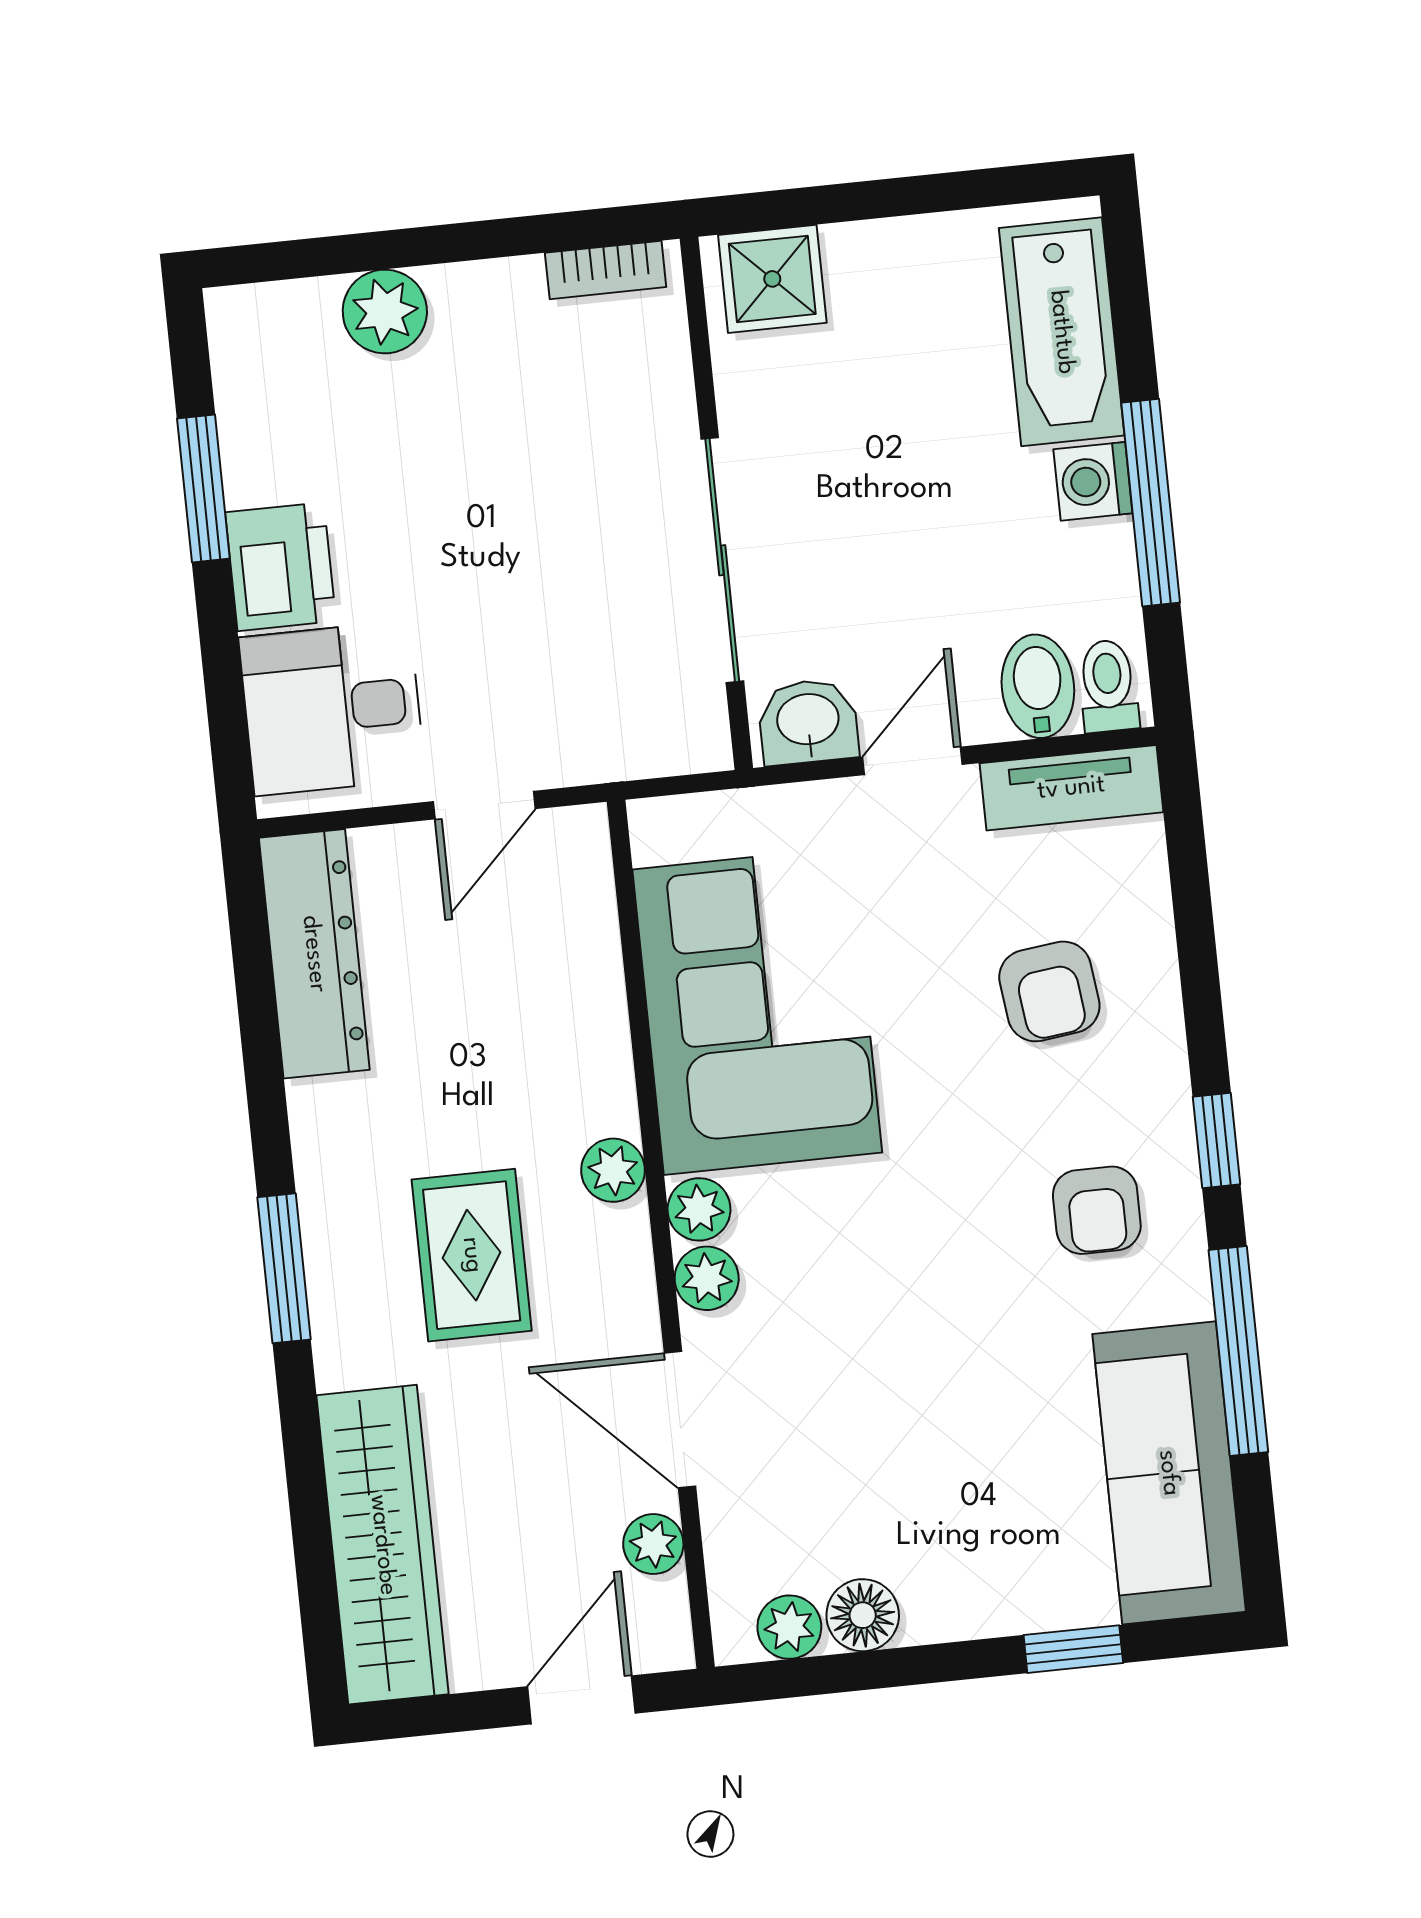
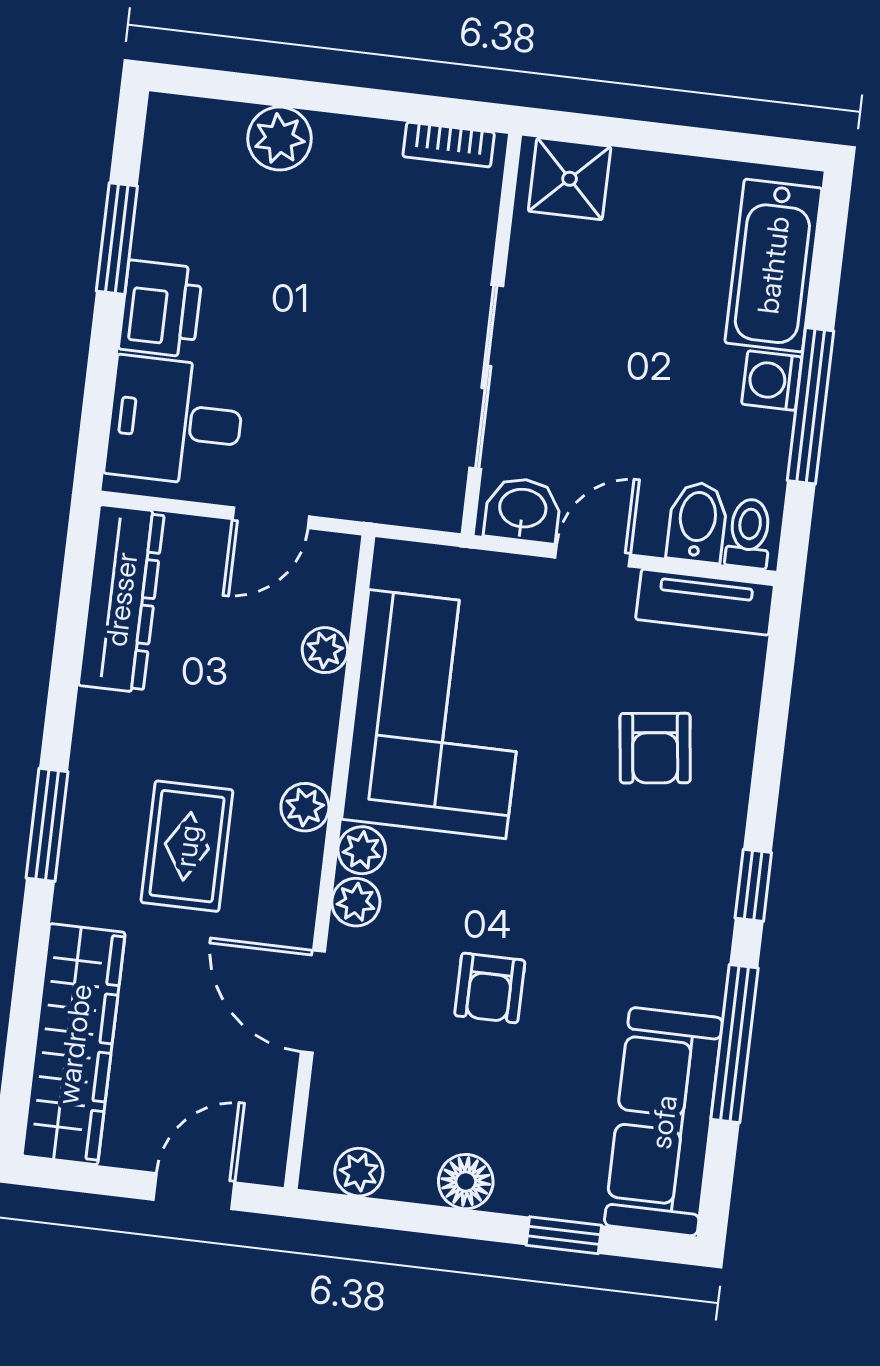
armchair: (1097, 1210) -> (490, 988), moved
plant: (653, 1544) -> (325, 650), moved
floor lamp: (863, 1615) -> (466, 1182), moved

